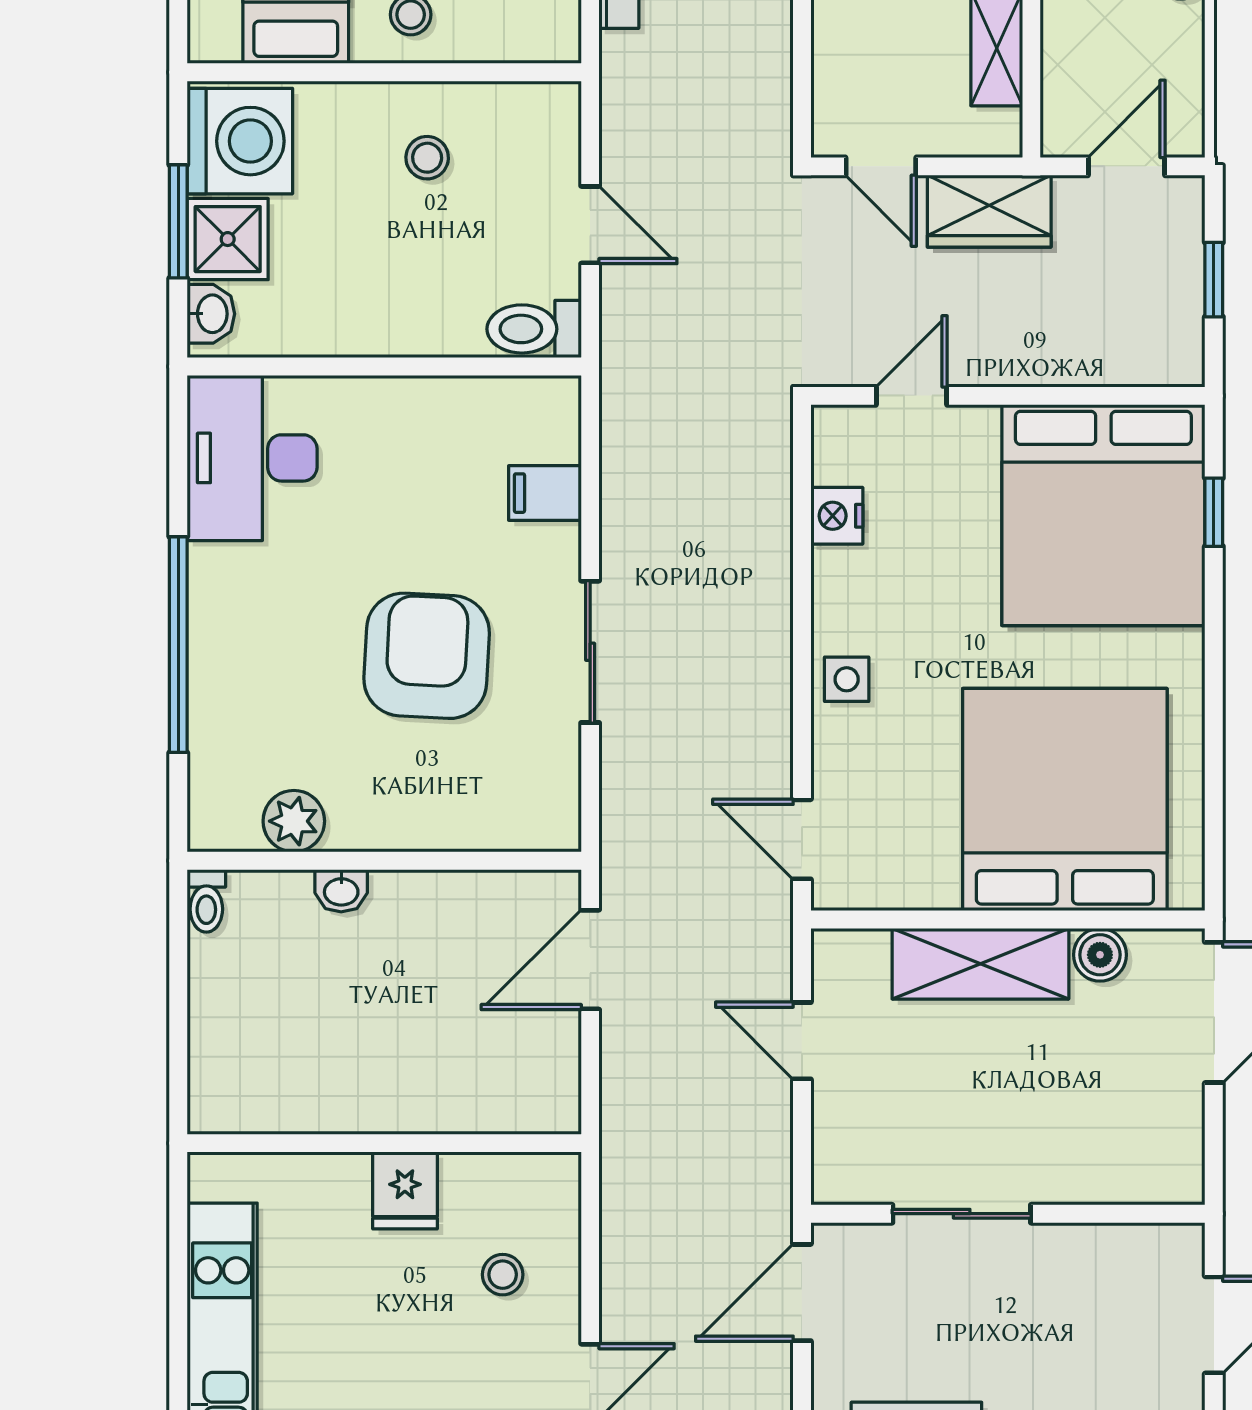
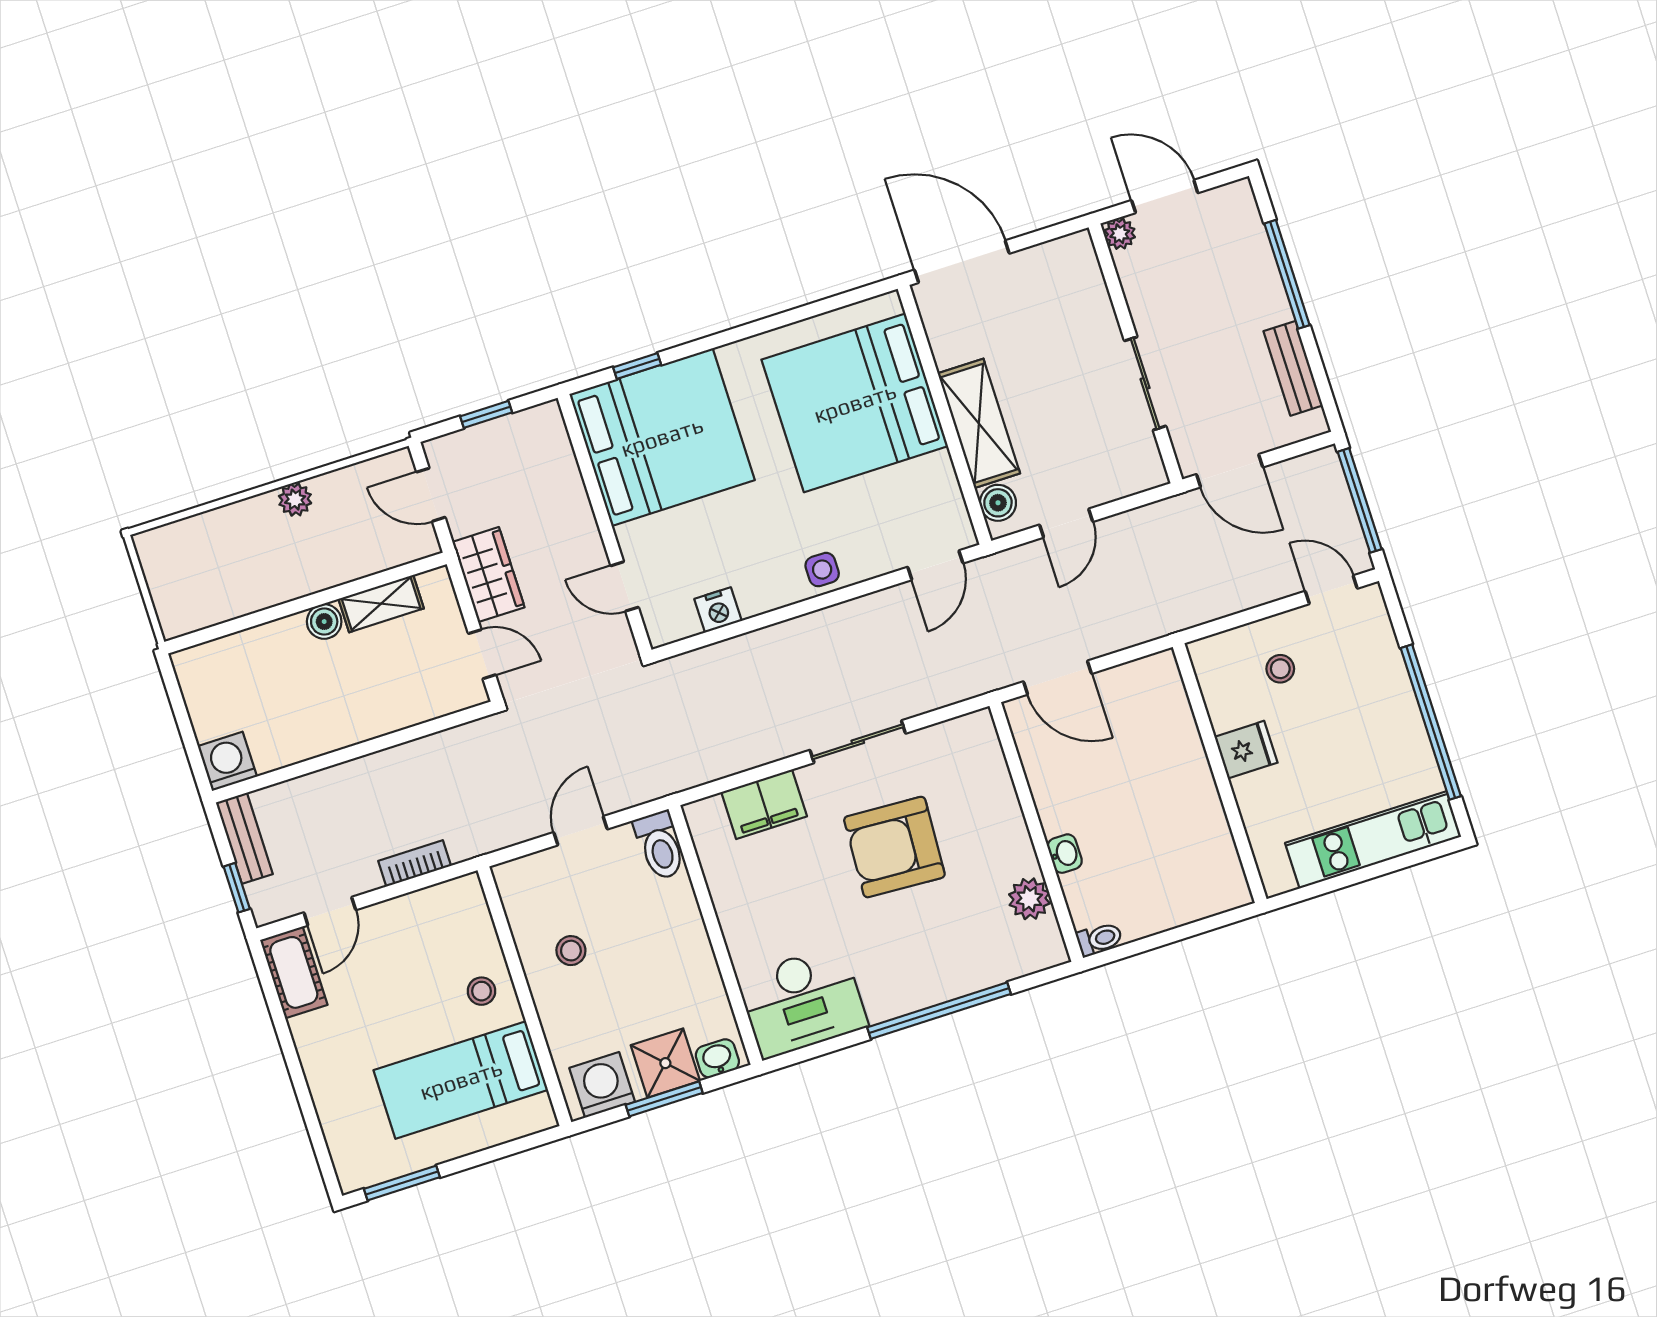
washing machine: (240, 141) -> (602, 1085), width x0.73, depth x0.73
door: (881, 166) -> (482, 654), hinge flipped
filing cabinet: (545, 493) -> (764, 804), width x2.00
boiler: (1100, 955) -> (998, 503), moved
plant: (1182, 1245) -> (1120, 234), added

